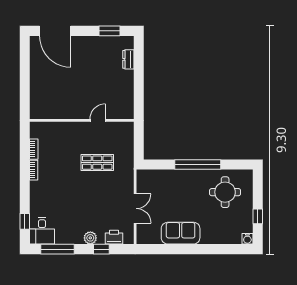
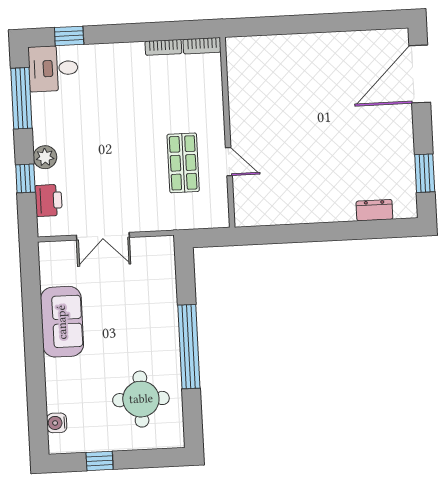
wall: (82, 120) -> (227, 132), moved
door: (98, 120) -> (229, 162), moved
water cooler: (247, 239) -> (57, 423), moved

